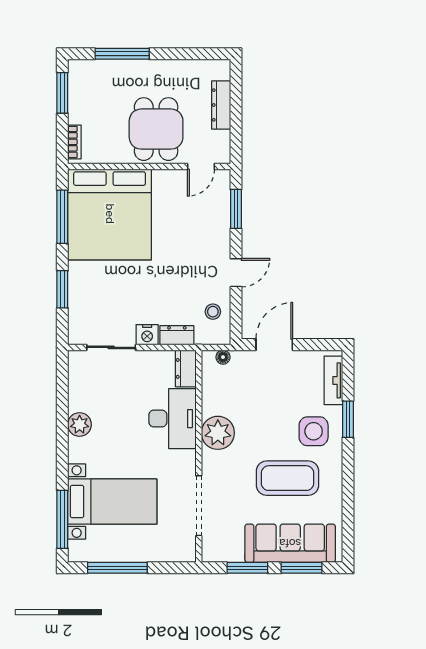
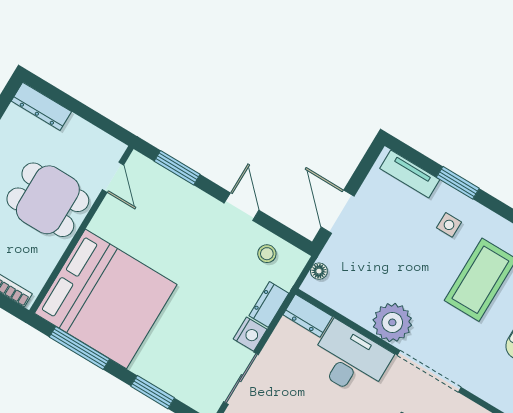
dresser: (221, 105) -> (41, 106), moved
side table: (314, 431) -> (449, 225), width x0.54, depth x0.54
doorway: (199, 506) -> (429, 371), moved

